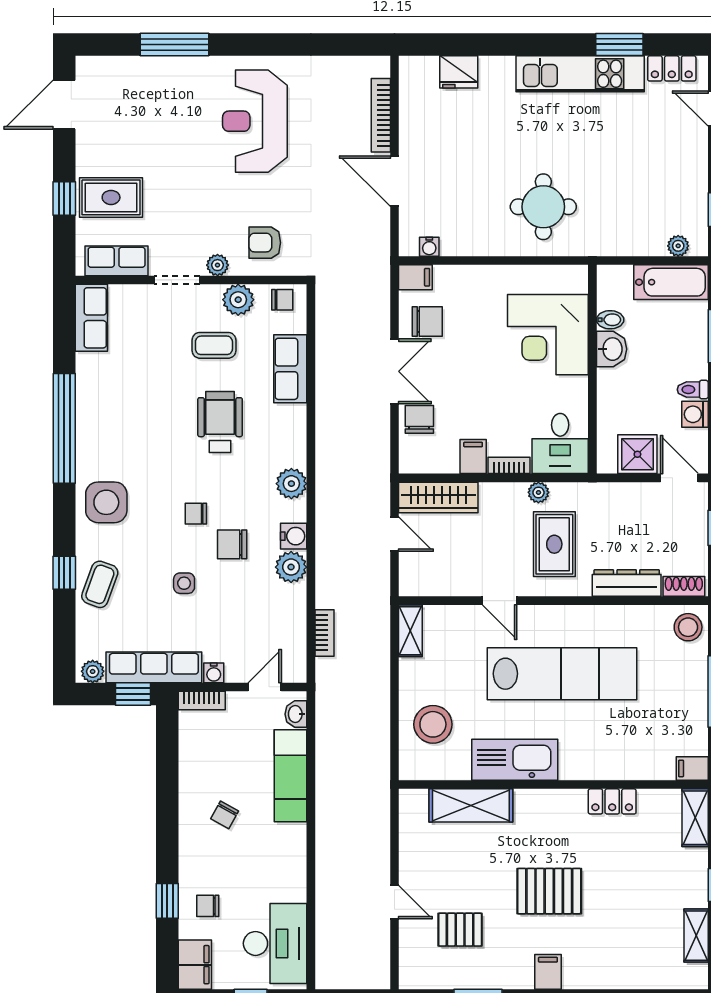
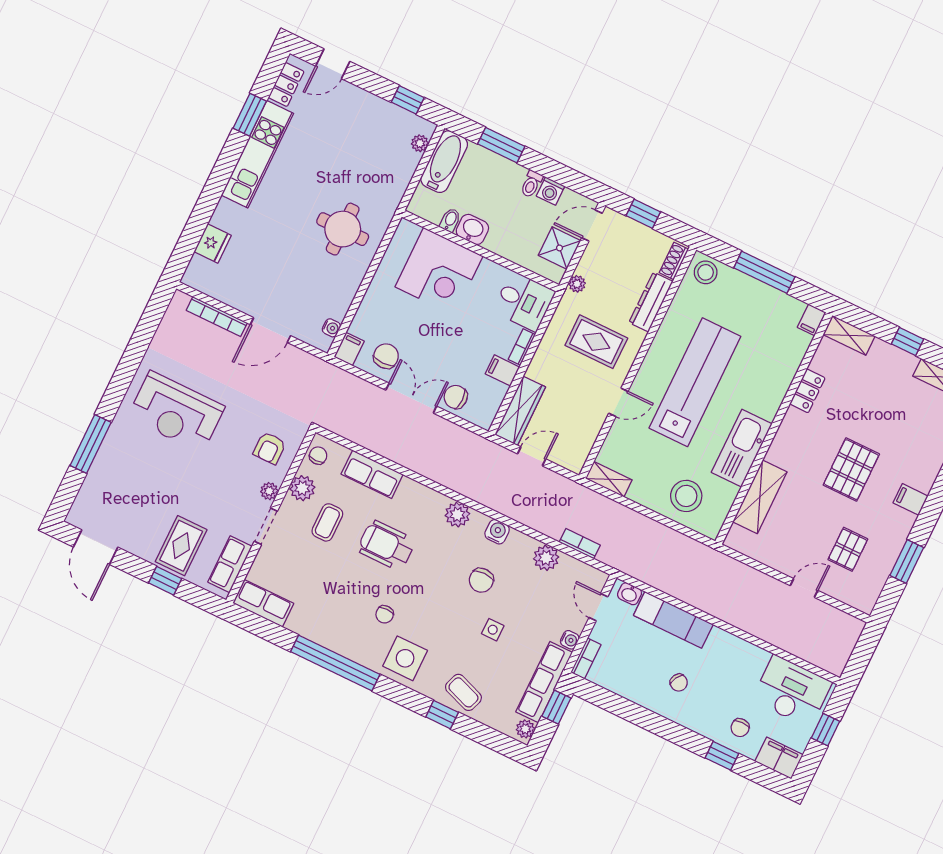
plant: (538, 492) -> (577, 284), moved
chair: (196, 514) -> (385, 614), moved
plant: (291, 567) -> (546, 558), moved

